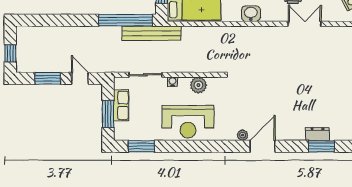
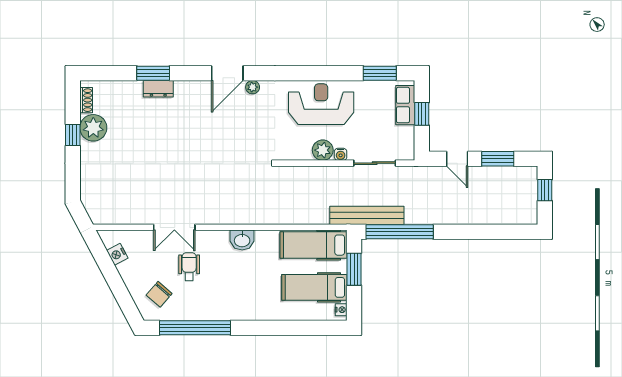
plant: (198, 85) -> (323, 150), moved
row of seats: (121, 105) -> (405, 105), moved
window: (108, 114) -> (422, 114), width x0.67

